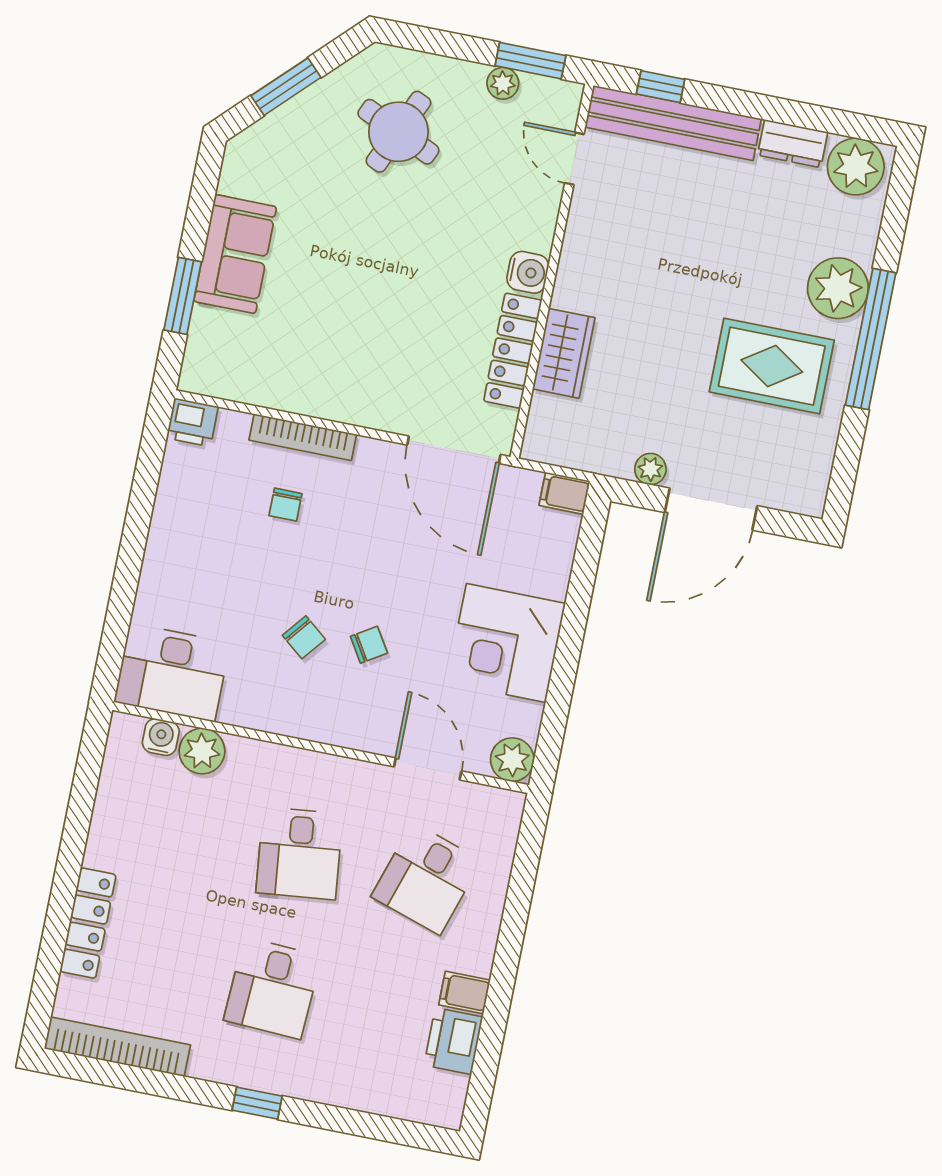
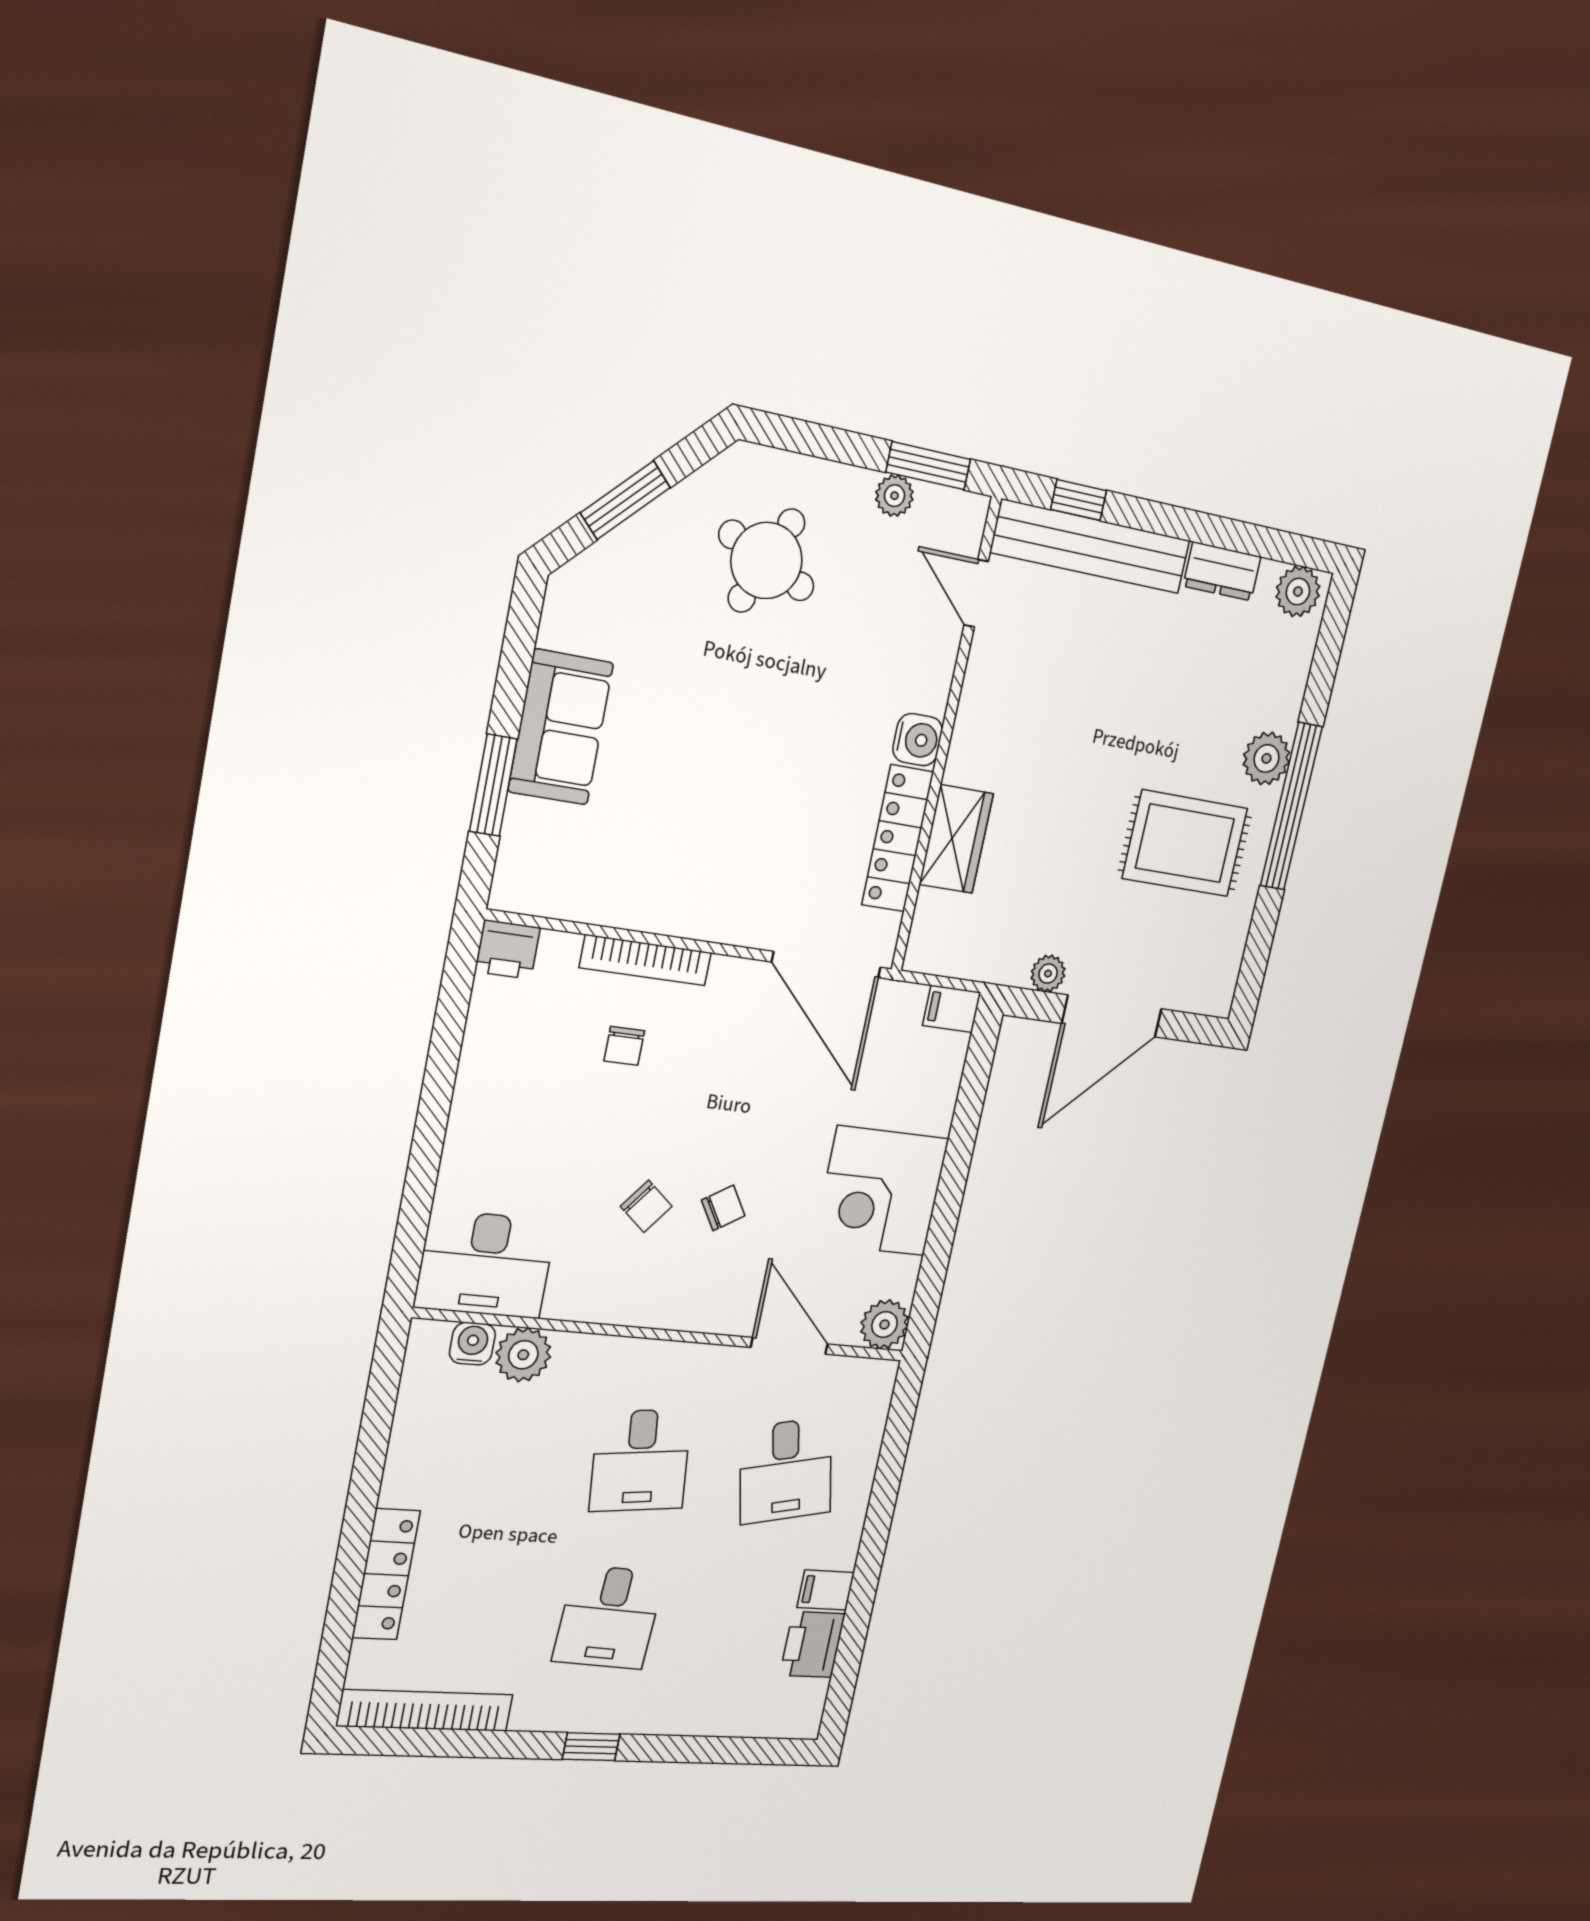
plant: (856, 167) -> (1298, 592), width x0.73, depth x0.73
plant: (838, 288) -> (1266, 758), width x0.73, depth x0.73
desk: (426, 879) -> (786, 1470), turned -30

